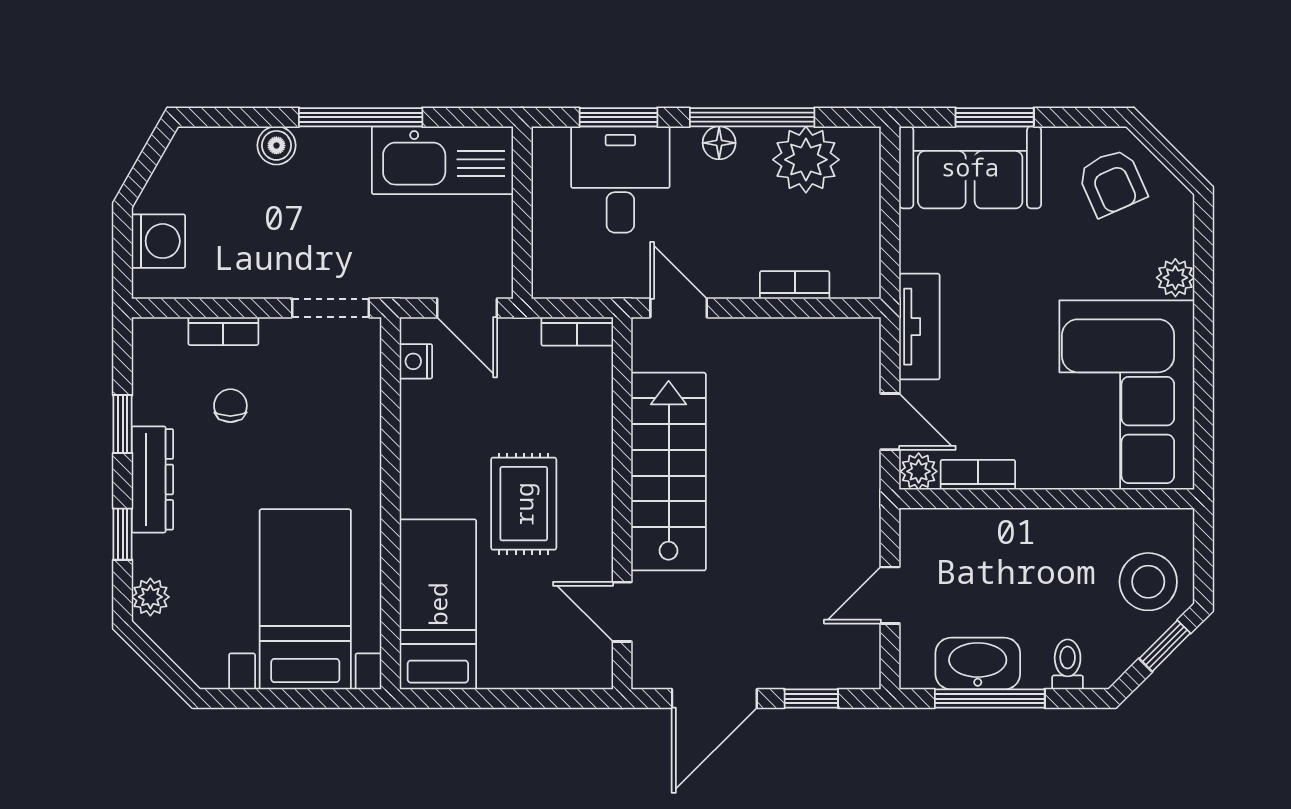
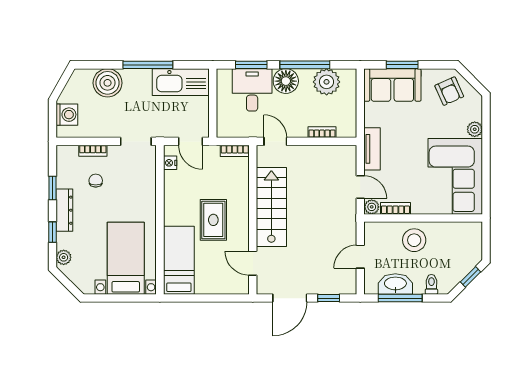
floor lamp: (719, 143) -> (286, 81), width x1.89, depth x1.89
boiler: (276, 145) -> (108, 83), width x1.86, depth x1.86
stool: (1148, 582) -> (414, 240), moved

